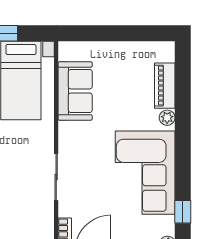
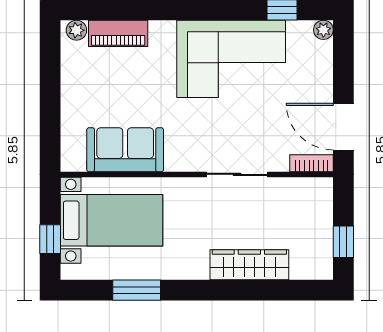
plant: (167, 118) -> (76, 30), moved

